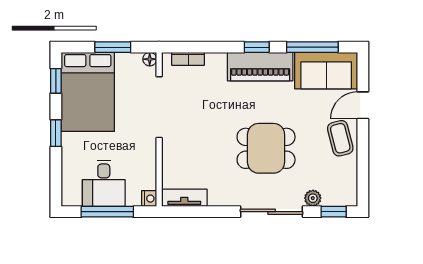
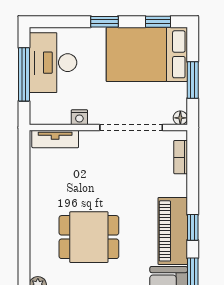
dining table: (266, 148) -> (89, 237), turned 90
desk: (104, 183) -> (53, 63), width x1.37
tv unit: (184, 198) -> (55, 139), moved, turned 90
nightstand: (149, 199) -> (79, 117), moved
sliding door: (272, 212) -> (24, 243), removed

